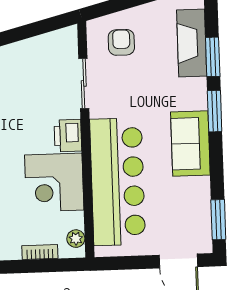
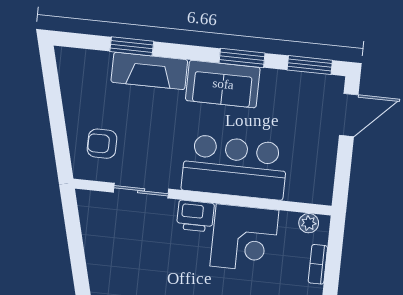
fireplace: (192, 43) -> (149, 71), moved
window: (215, 111) -> (242, 58), moved
bar counter: (118, 182) -> (235, 167), width x0.73

